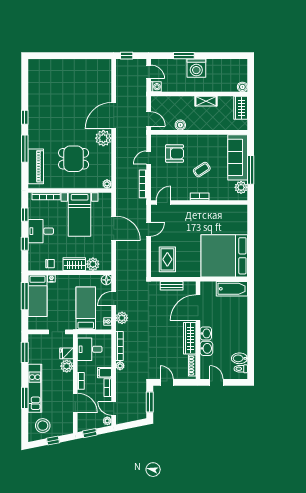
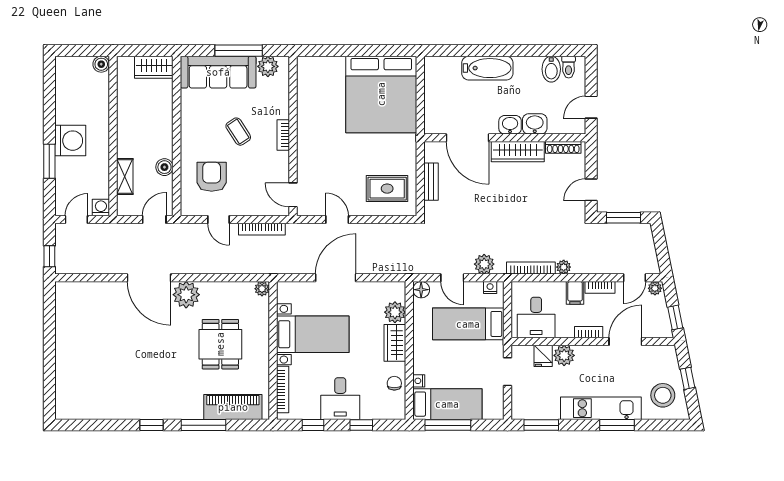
shelving: (206, 101) -> (125, 176), moved
wardrobe: (241, 108) -> (154, 67), moved
bathtub: (232, 289) -> (487, 68), moved, turned 90

